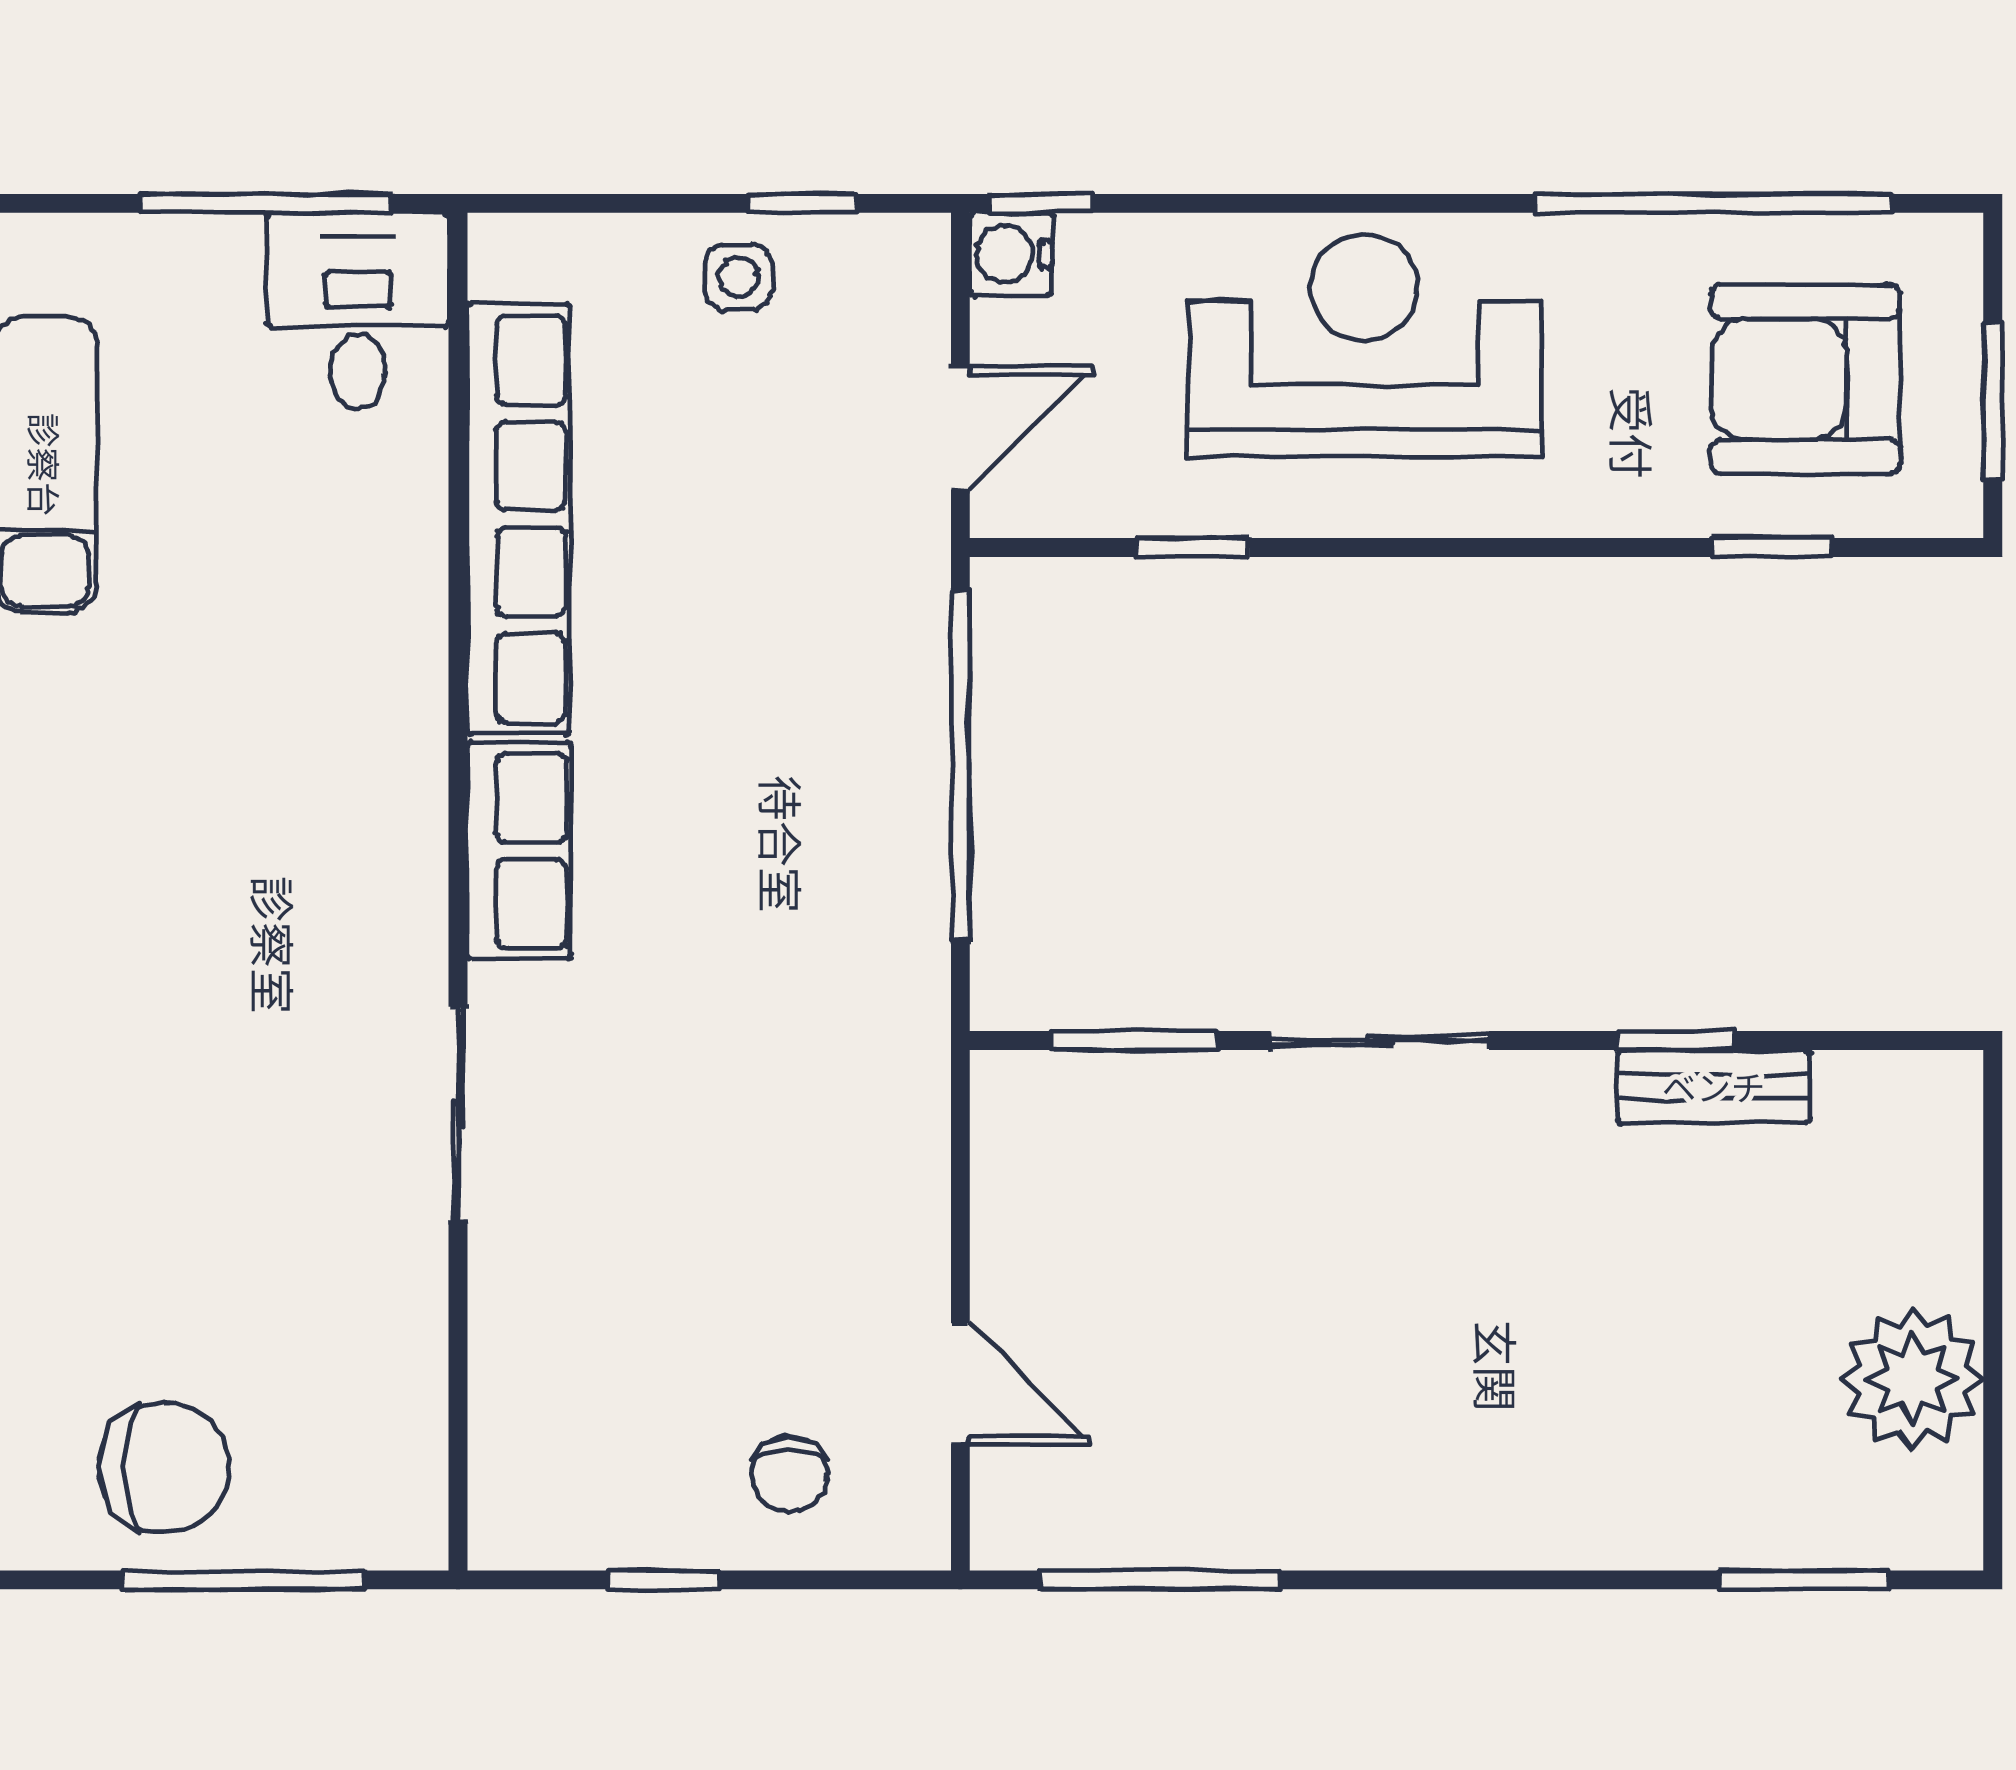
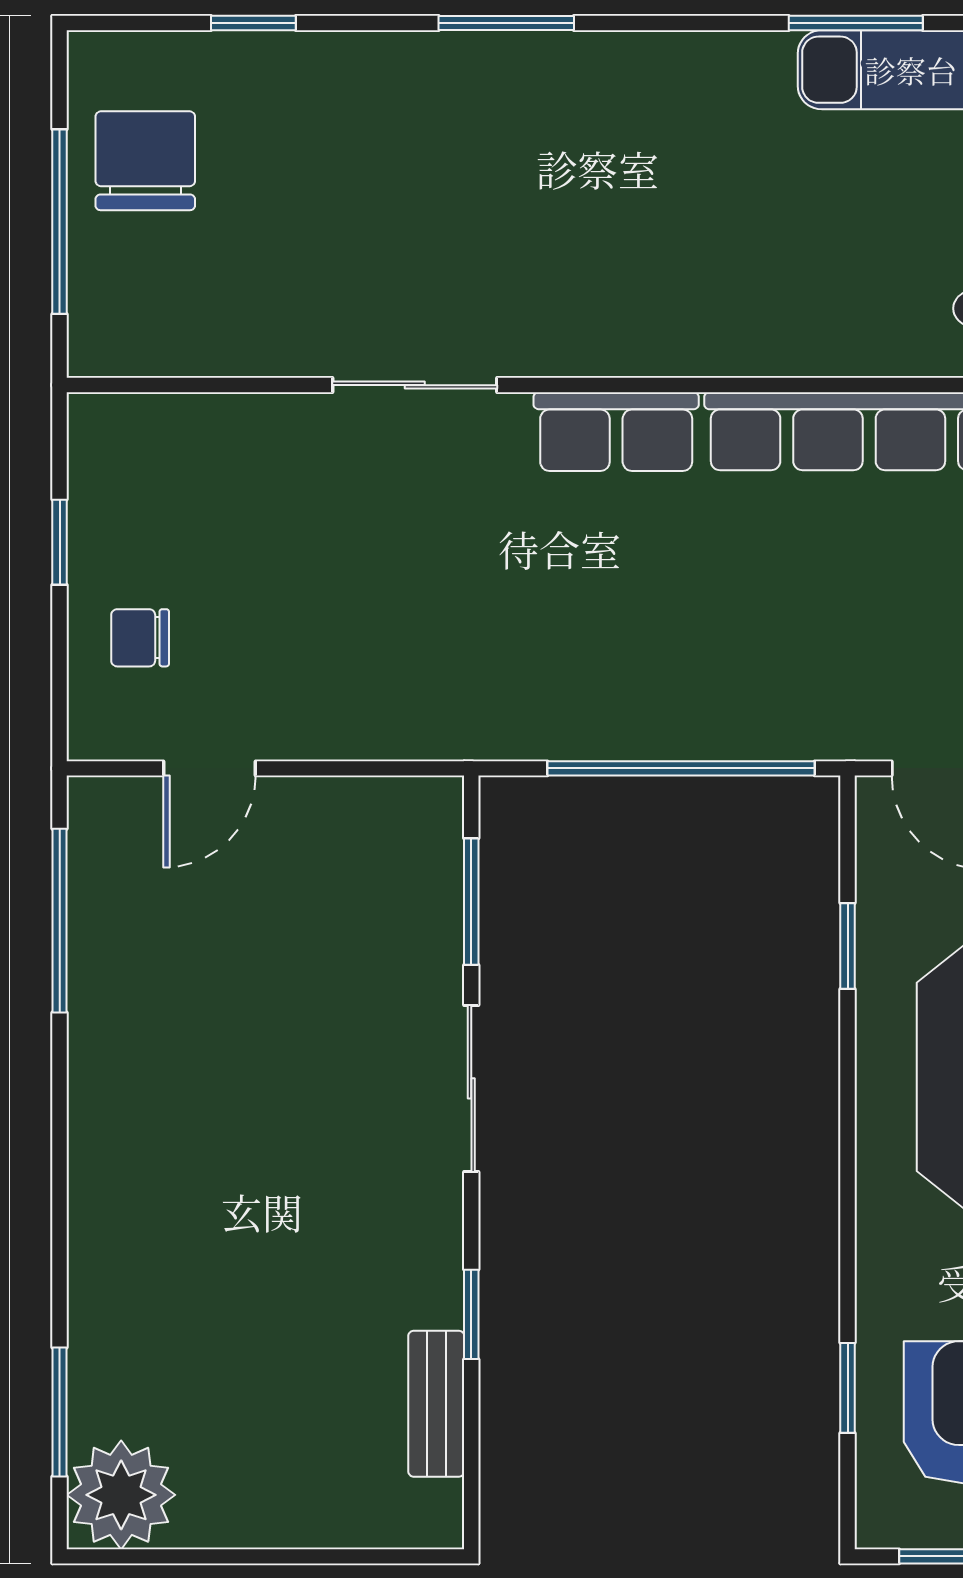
bench: (1714, 1086) -> (436, 1404), moved
plant: (1912, 1379) -> (121, 1495), moved
chair: (164, 1468) -> (145, 161), turned 180

